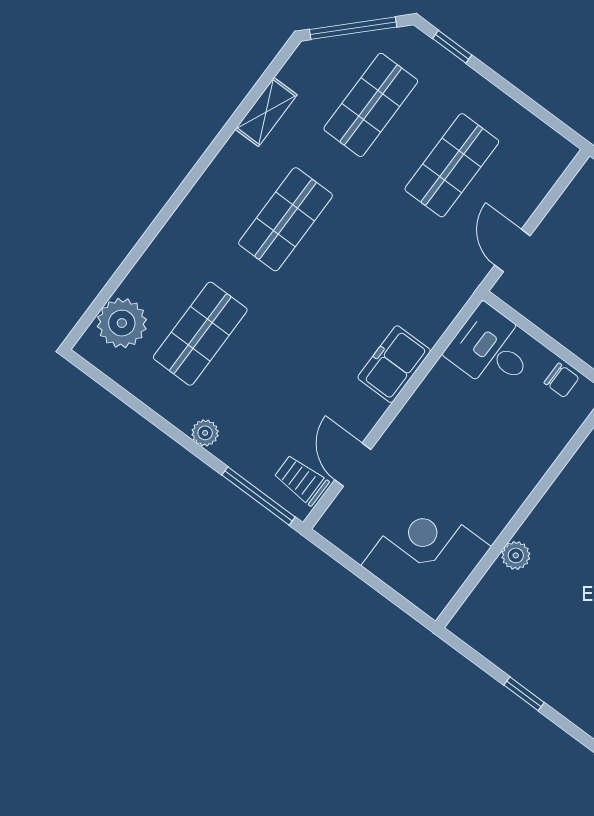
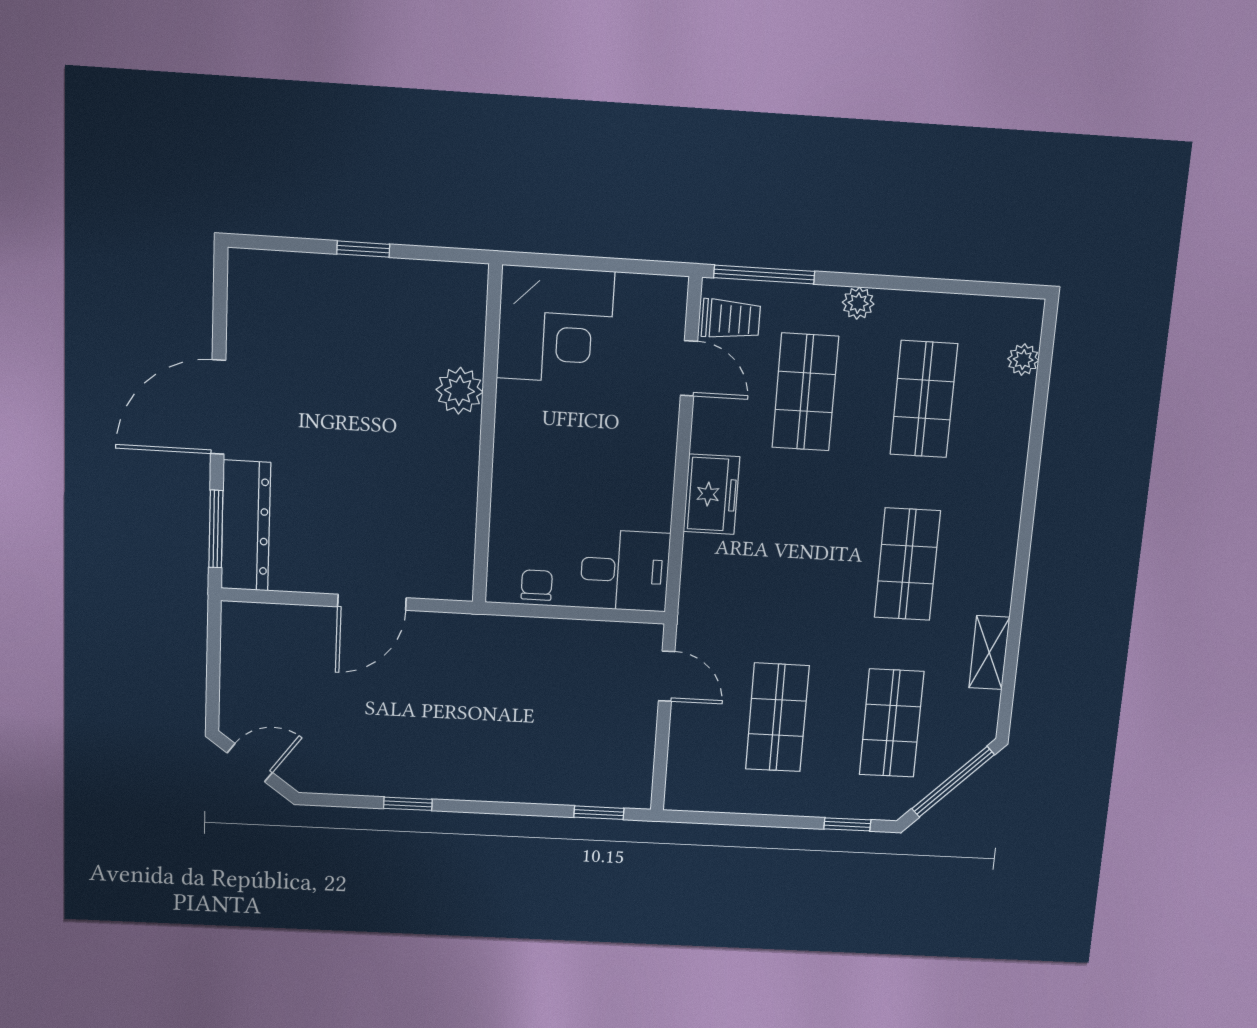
plant: (122, 323) -> (1023, 360), width x0.53, depth x0.53
chair: (561, 380) -> (537, 585), turned 90
shop shelf: (281, 394) -> (805, 392), added
plant: (516, 555) -> (459, 391), width x1.38, depth x1.38

